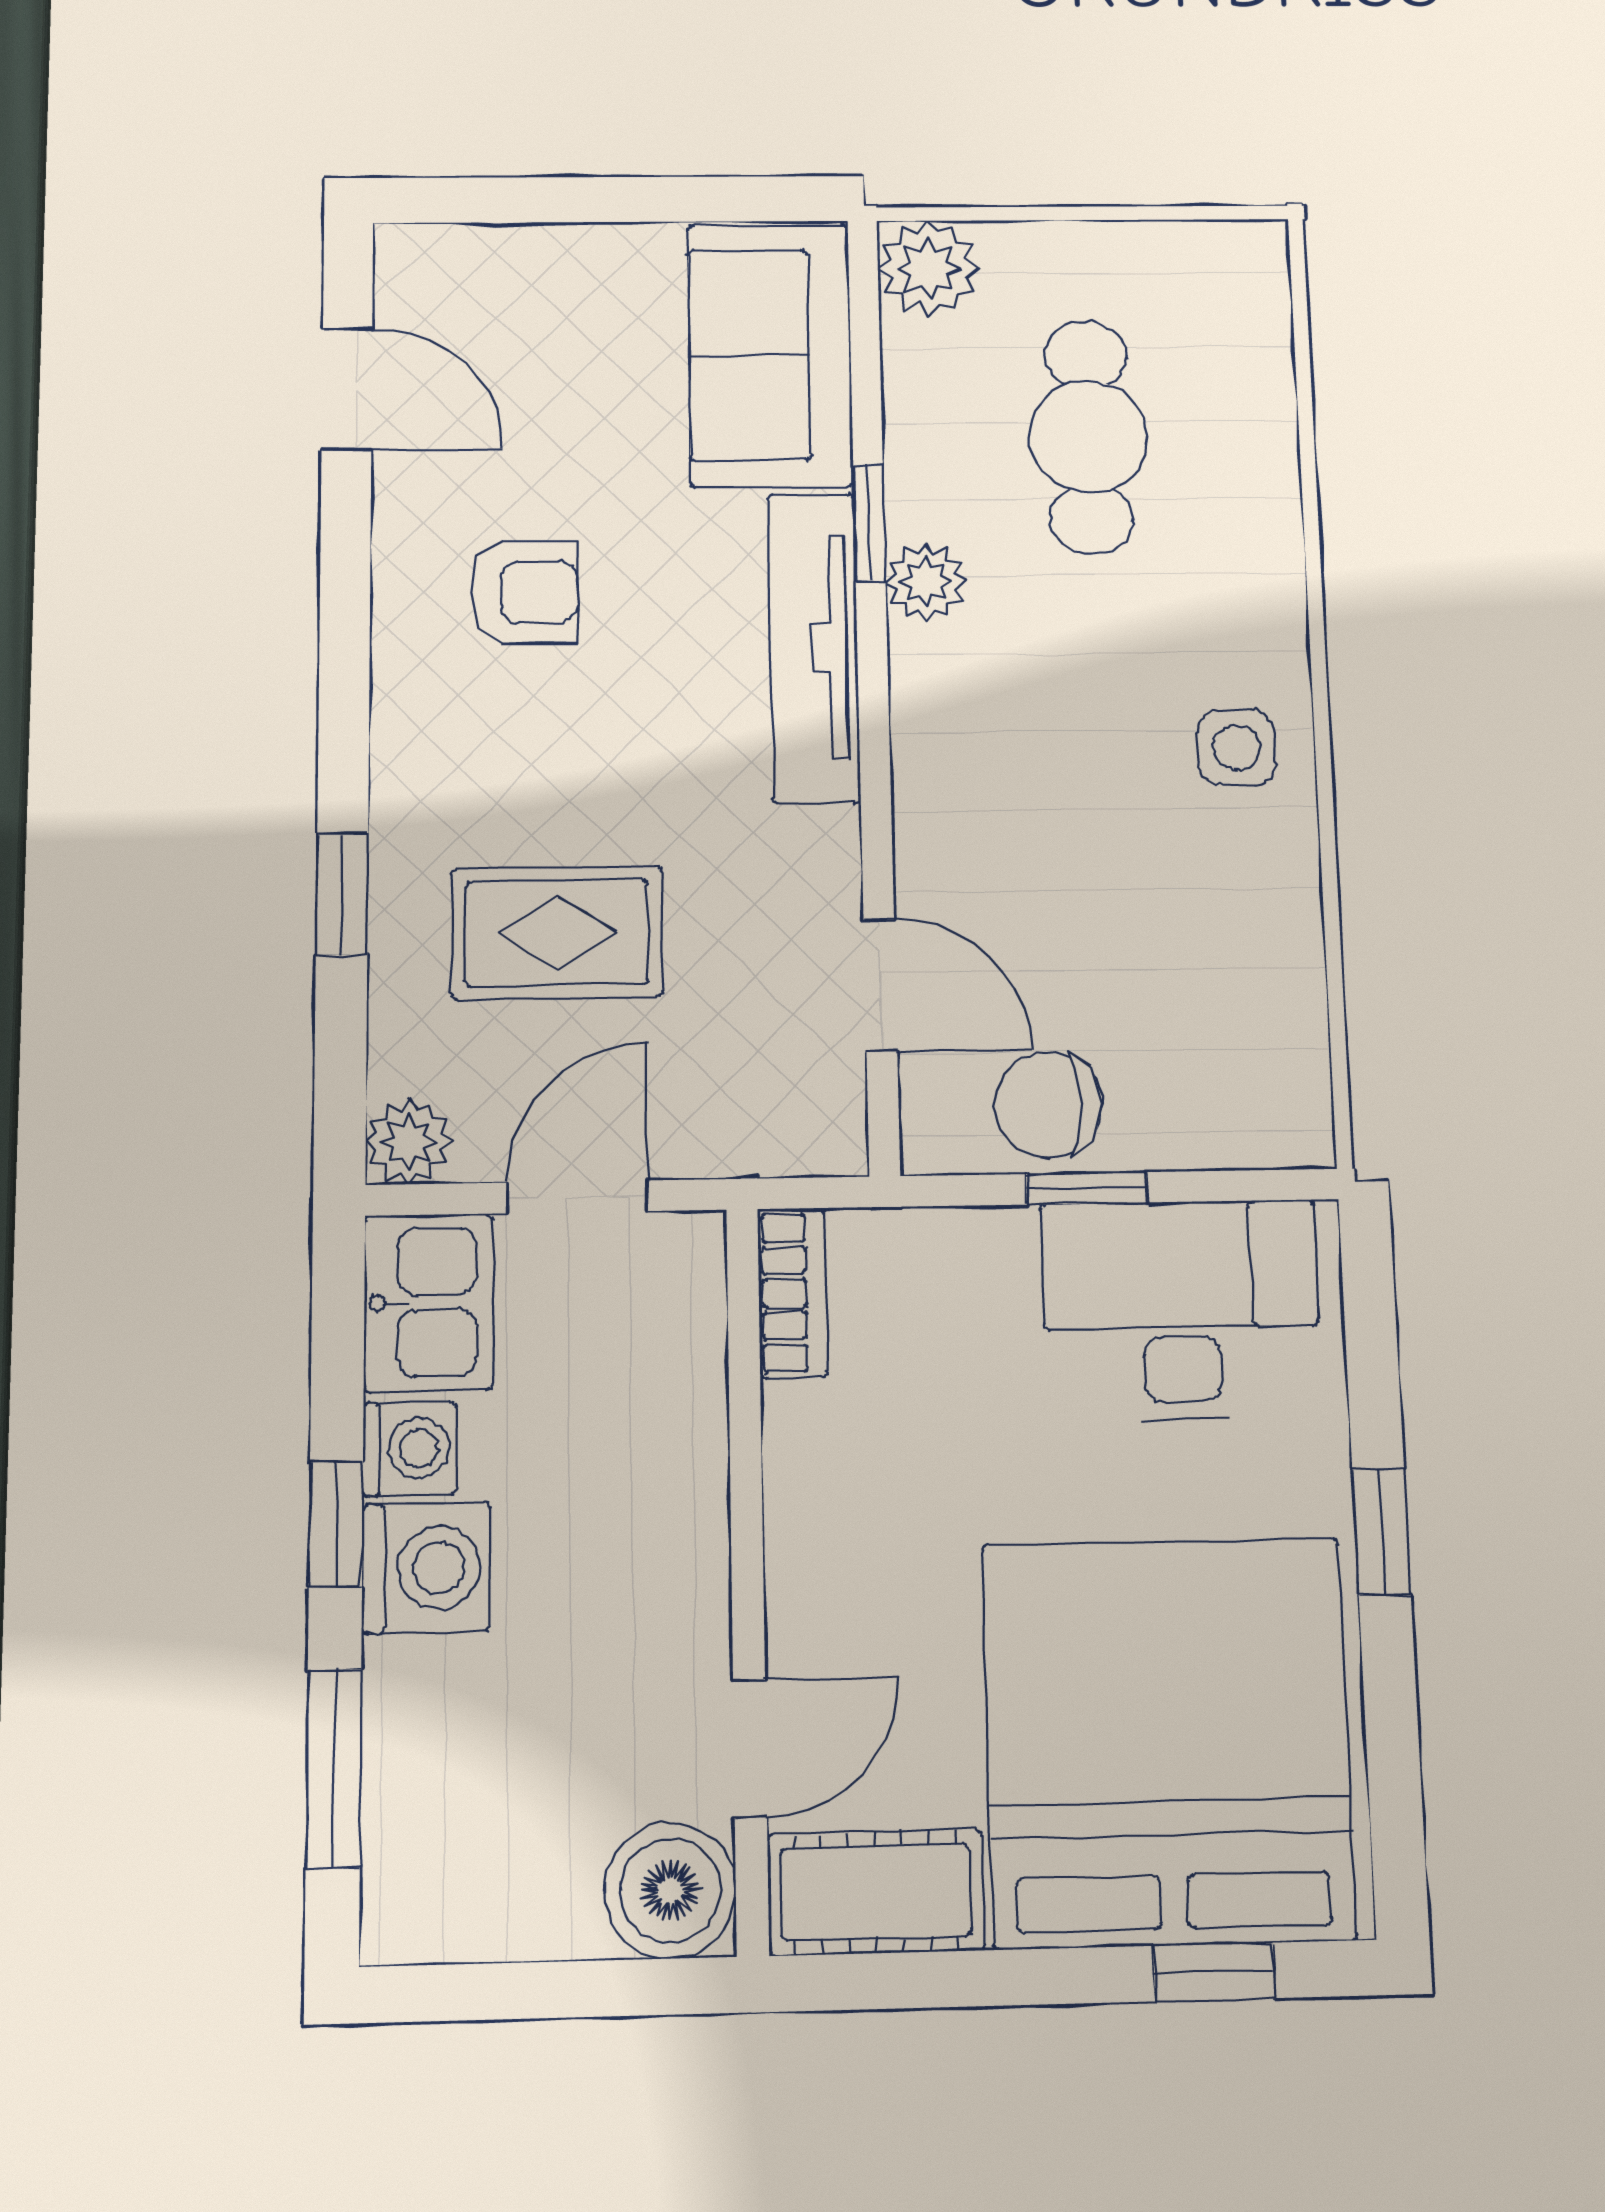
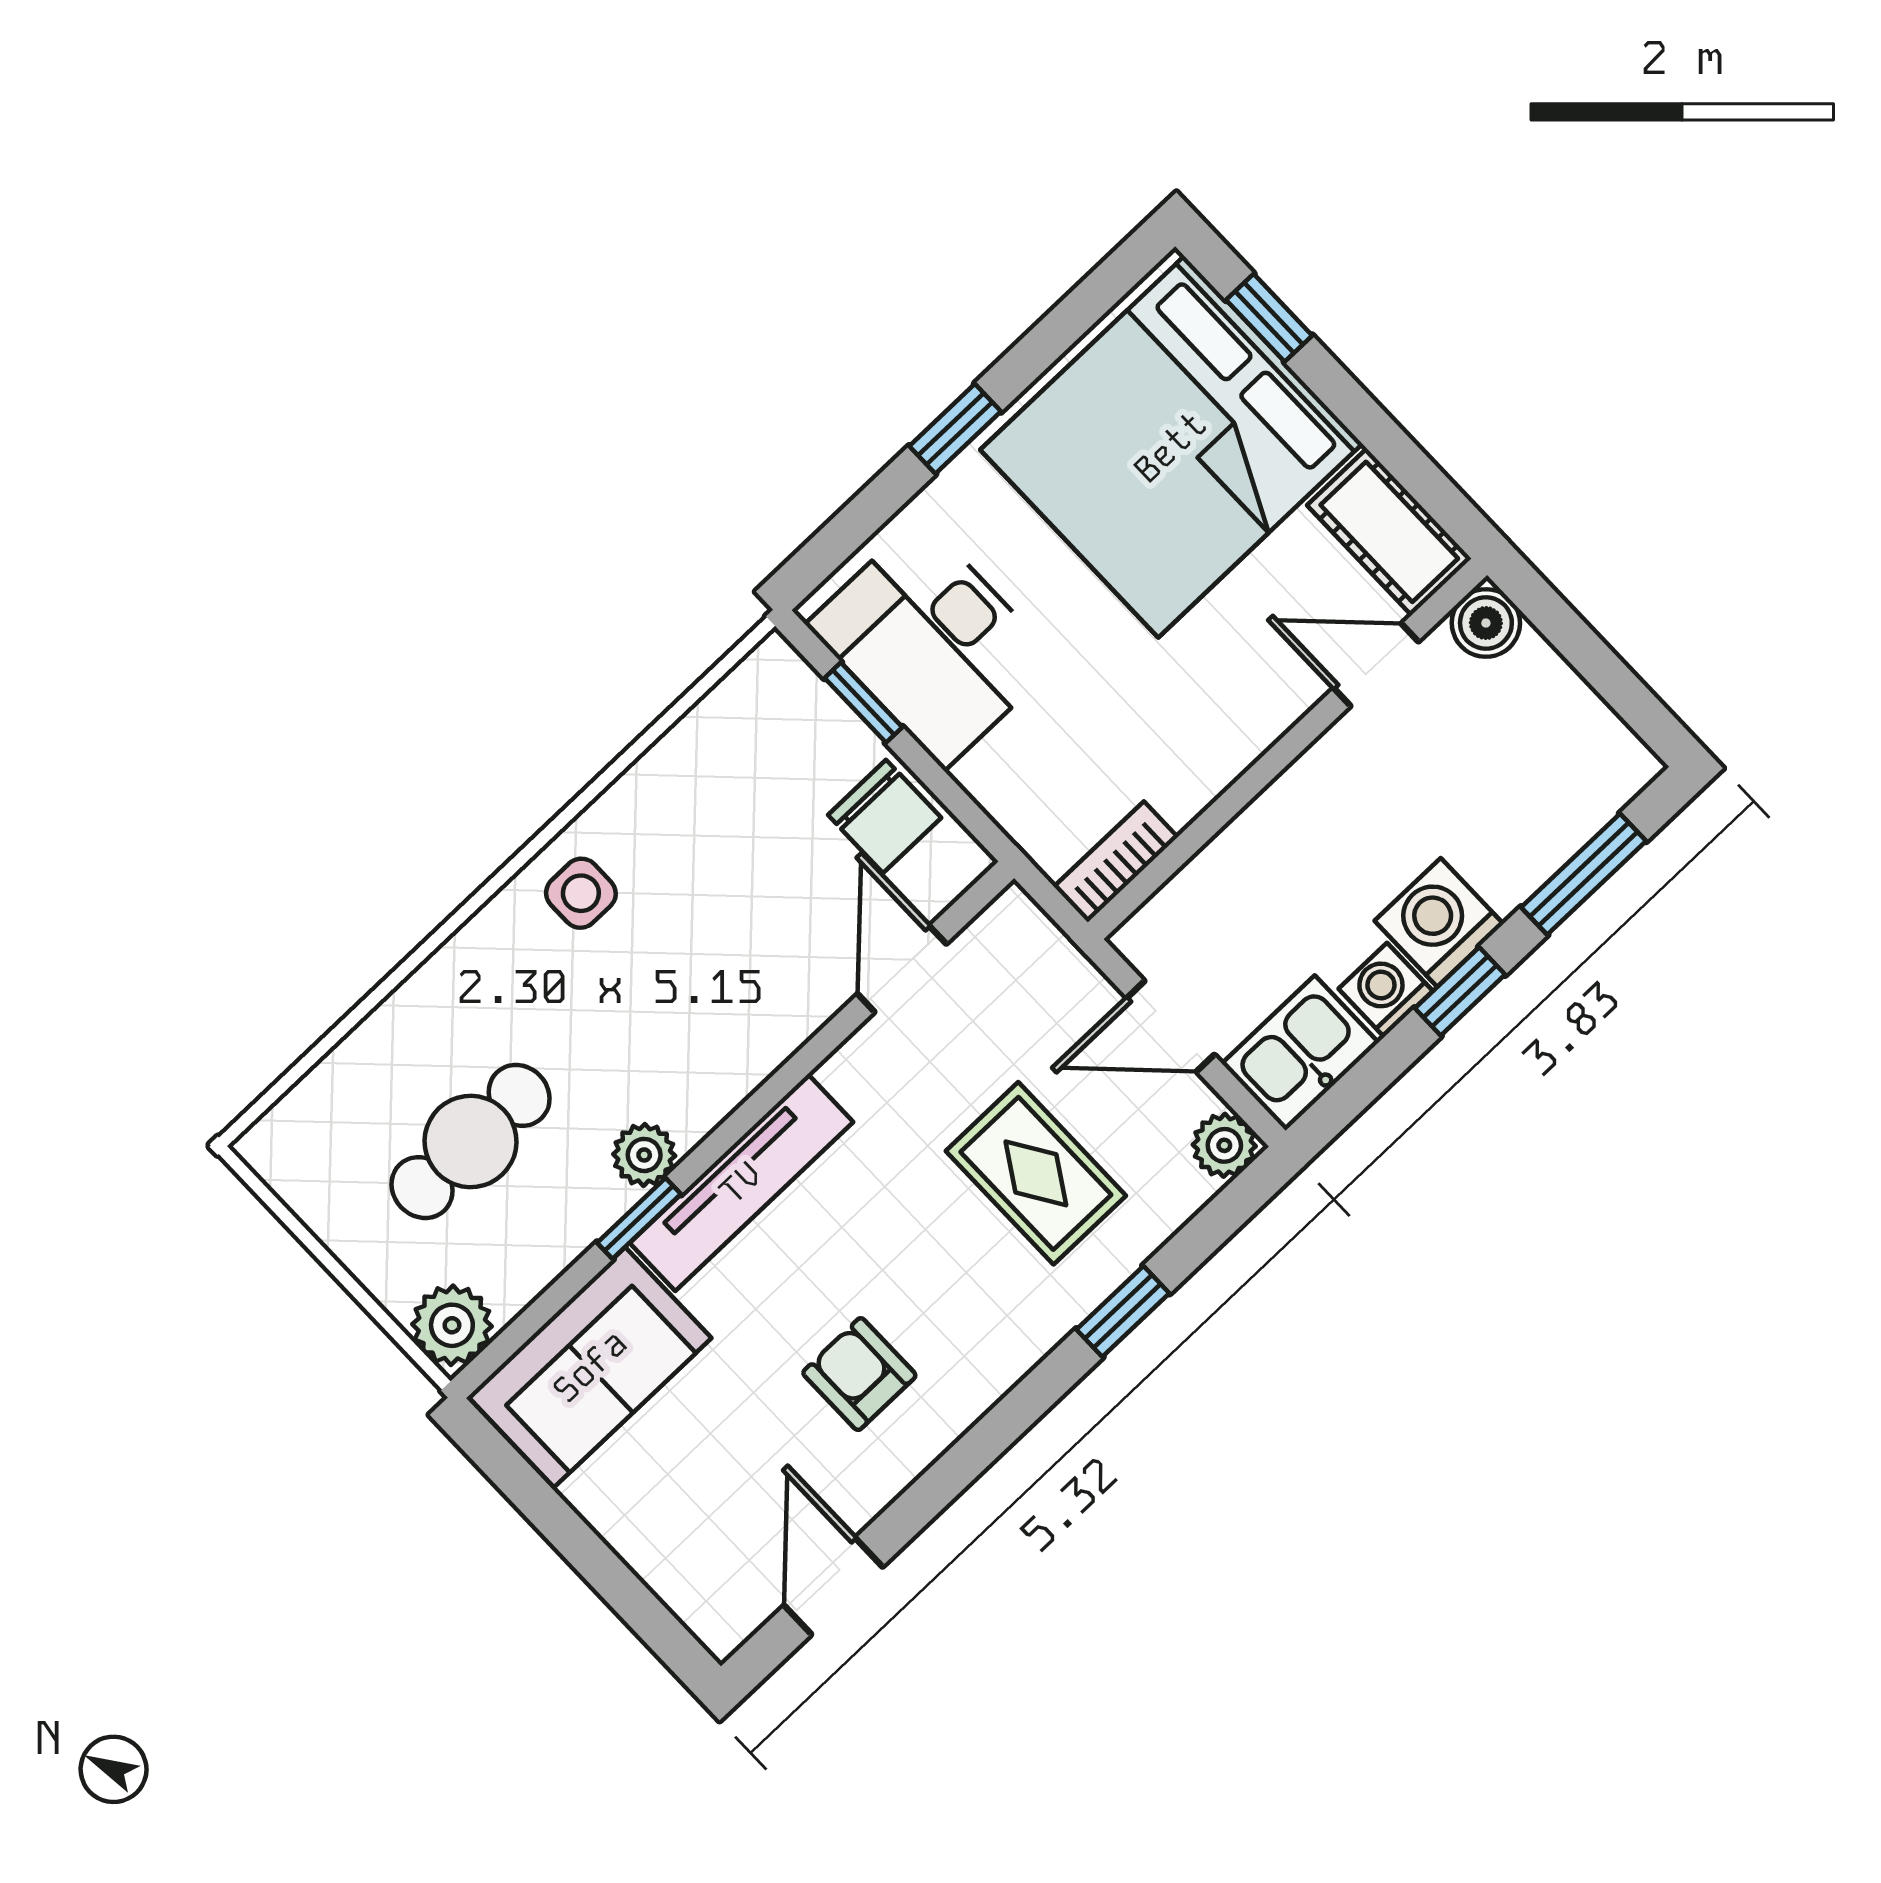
window: (1087, 1188) -> (863, 703), moved
boiler: (670, 1890) -> (1486, 623), width x0.73, depth x0.73

